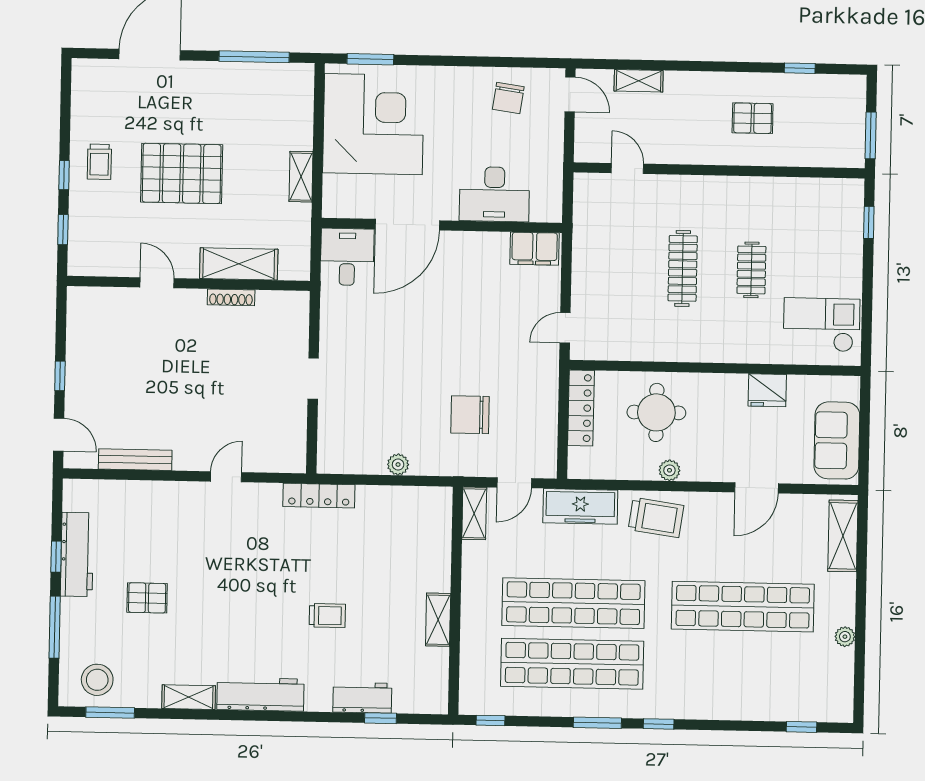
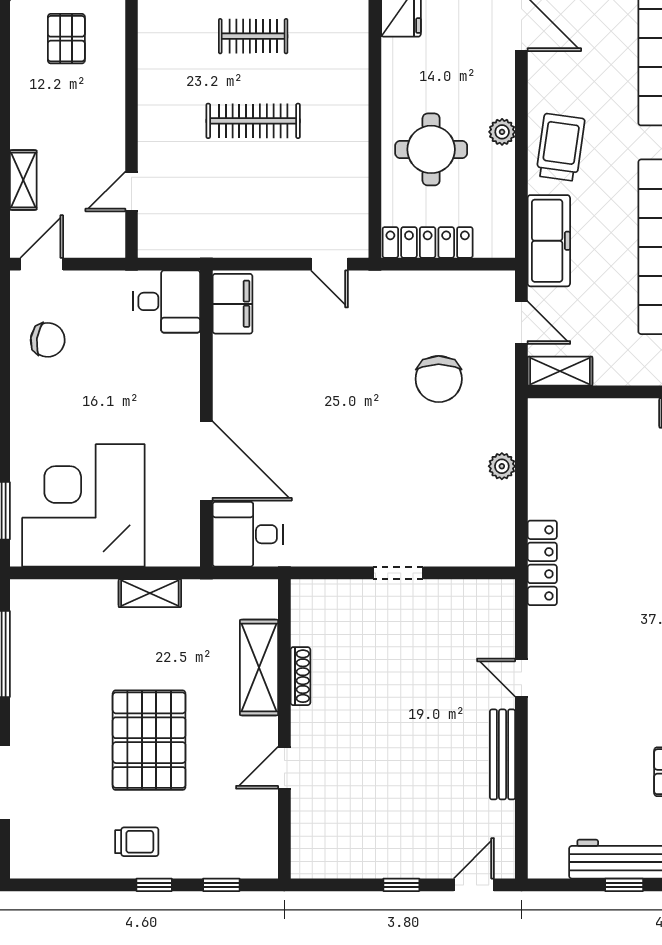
desk: (494, 194) -> (167, 301), moved, width x0.73
bench: (135, 460) -> (503, 754), moved

